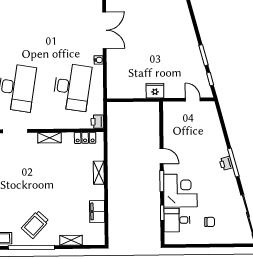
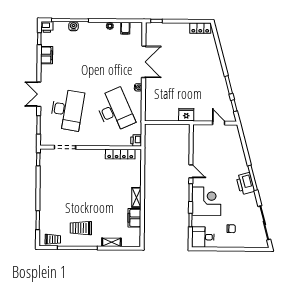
desk: (72, 87) -> (115, 110), turned -33
shelving: (50, 138) -> (95, 154), removed
locker: (85, 138) -> (120, 154), width x1.53
printer: (226, 163) -> (245, 184), width x1.87, depth x1.48
shelving: (99, 173) -> (136, 197), moved
desk: (177, 220) -> (203, 237), moved
trolley: (35, 224) -> (81, 228), turned 47

